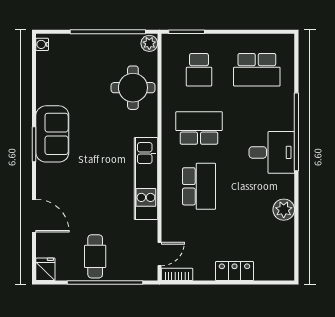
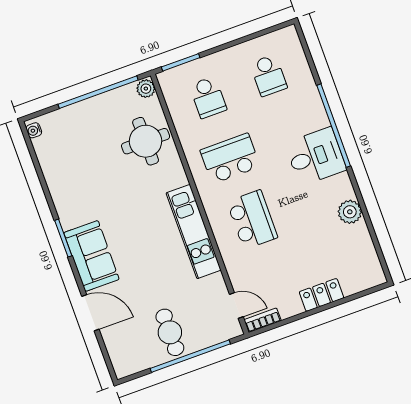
school desk: (257, 70) -> (269, 75), width x0.54
sofa: (52, 134) -> (91, 256), moved
door: (159, 254) -> (236, 306), hinge flipped
fridge: (45, 269) -> (123, 365), removed

